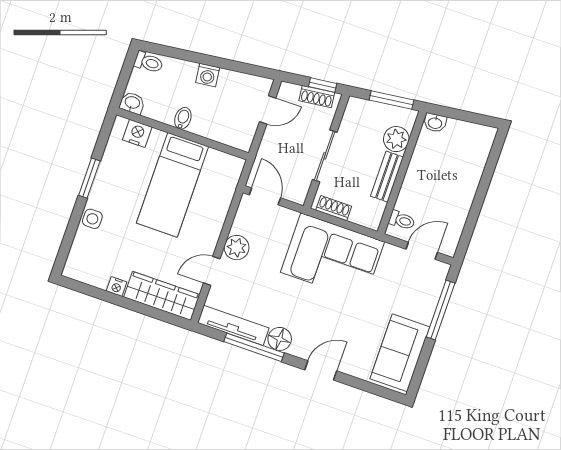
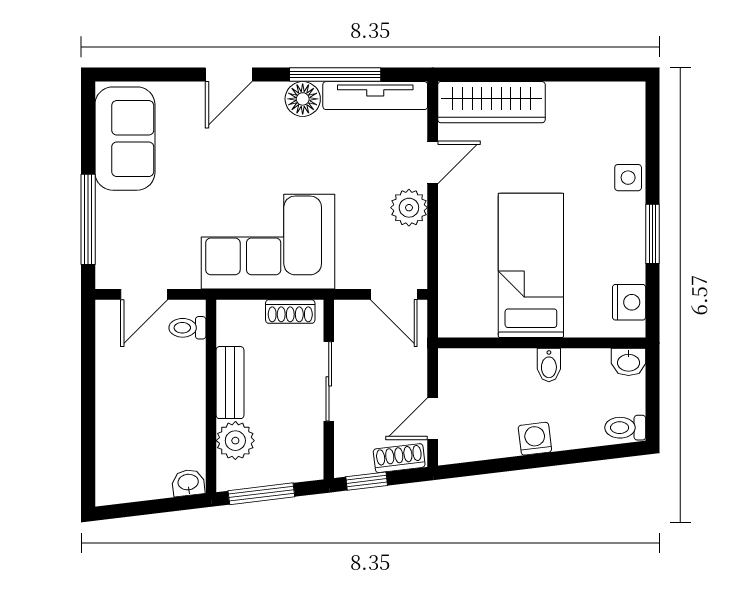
shoe rack: (317, 97) -> (399, 458), moved
nightstand: (137, 133) -> (629, 302), moved, turned -90
nightstand: (117, 287) -> (560, 93), removed

